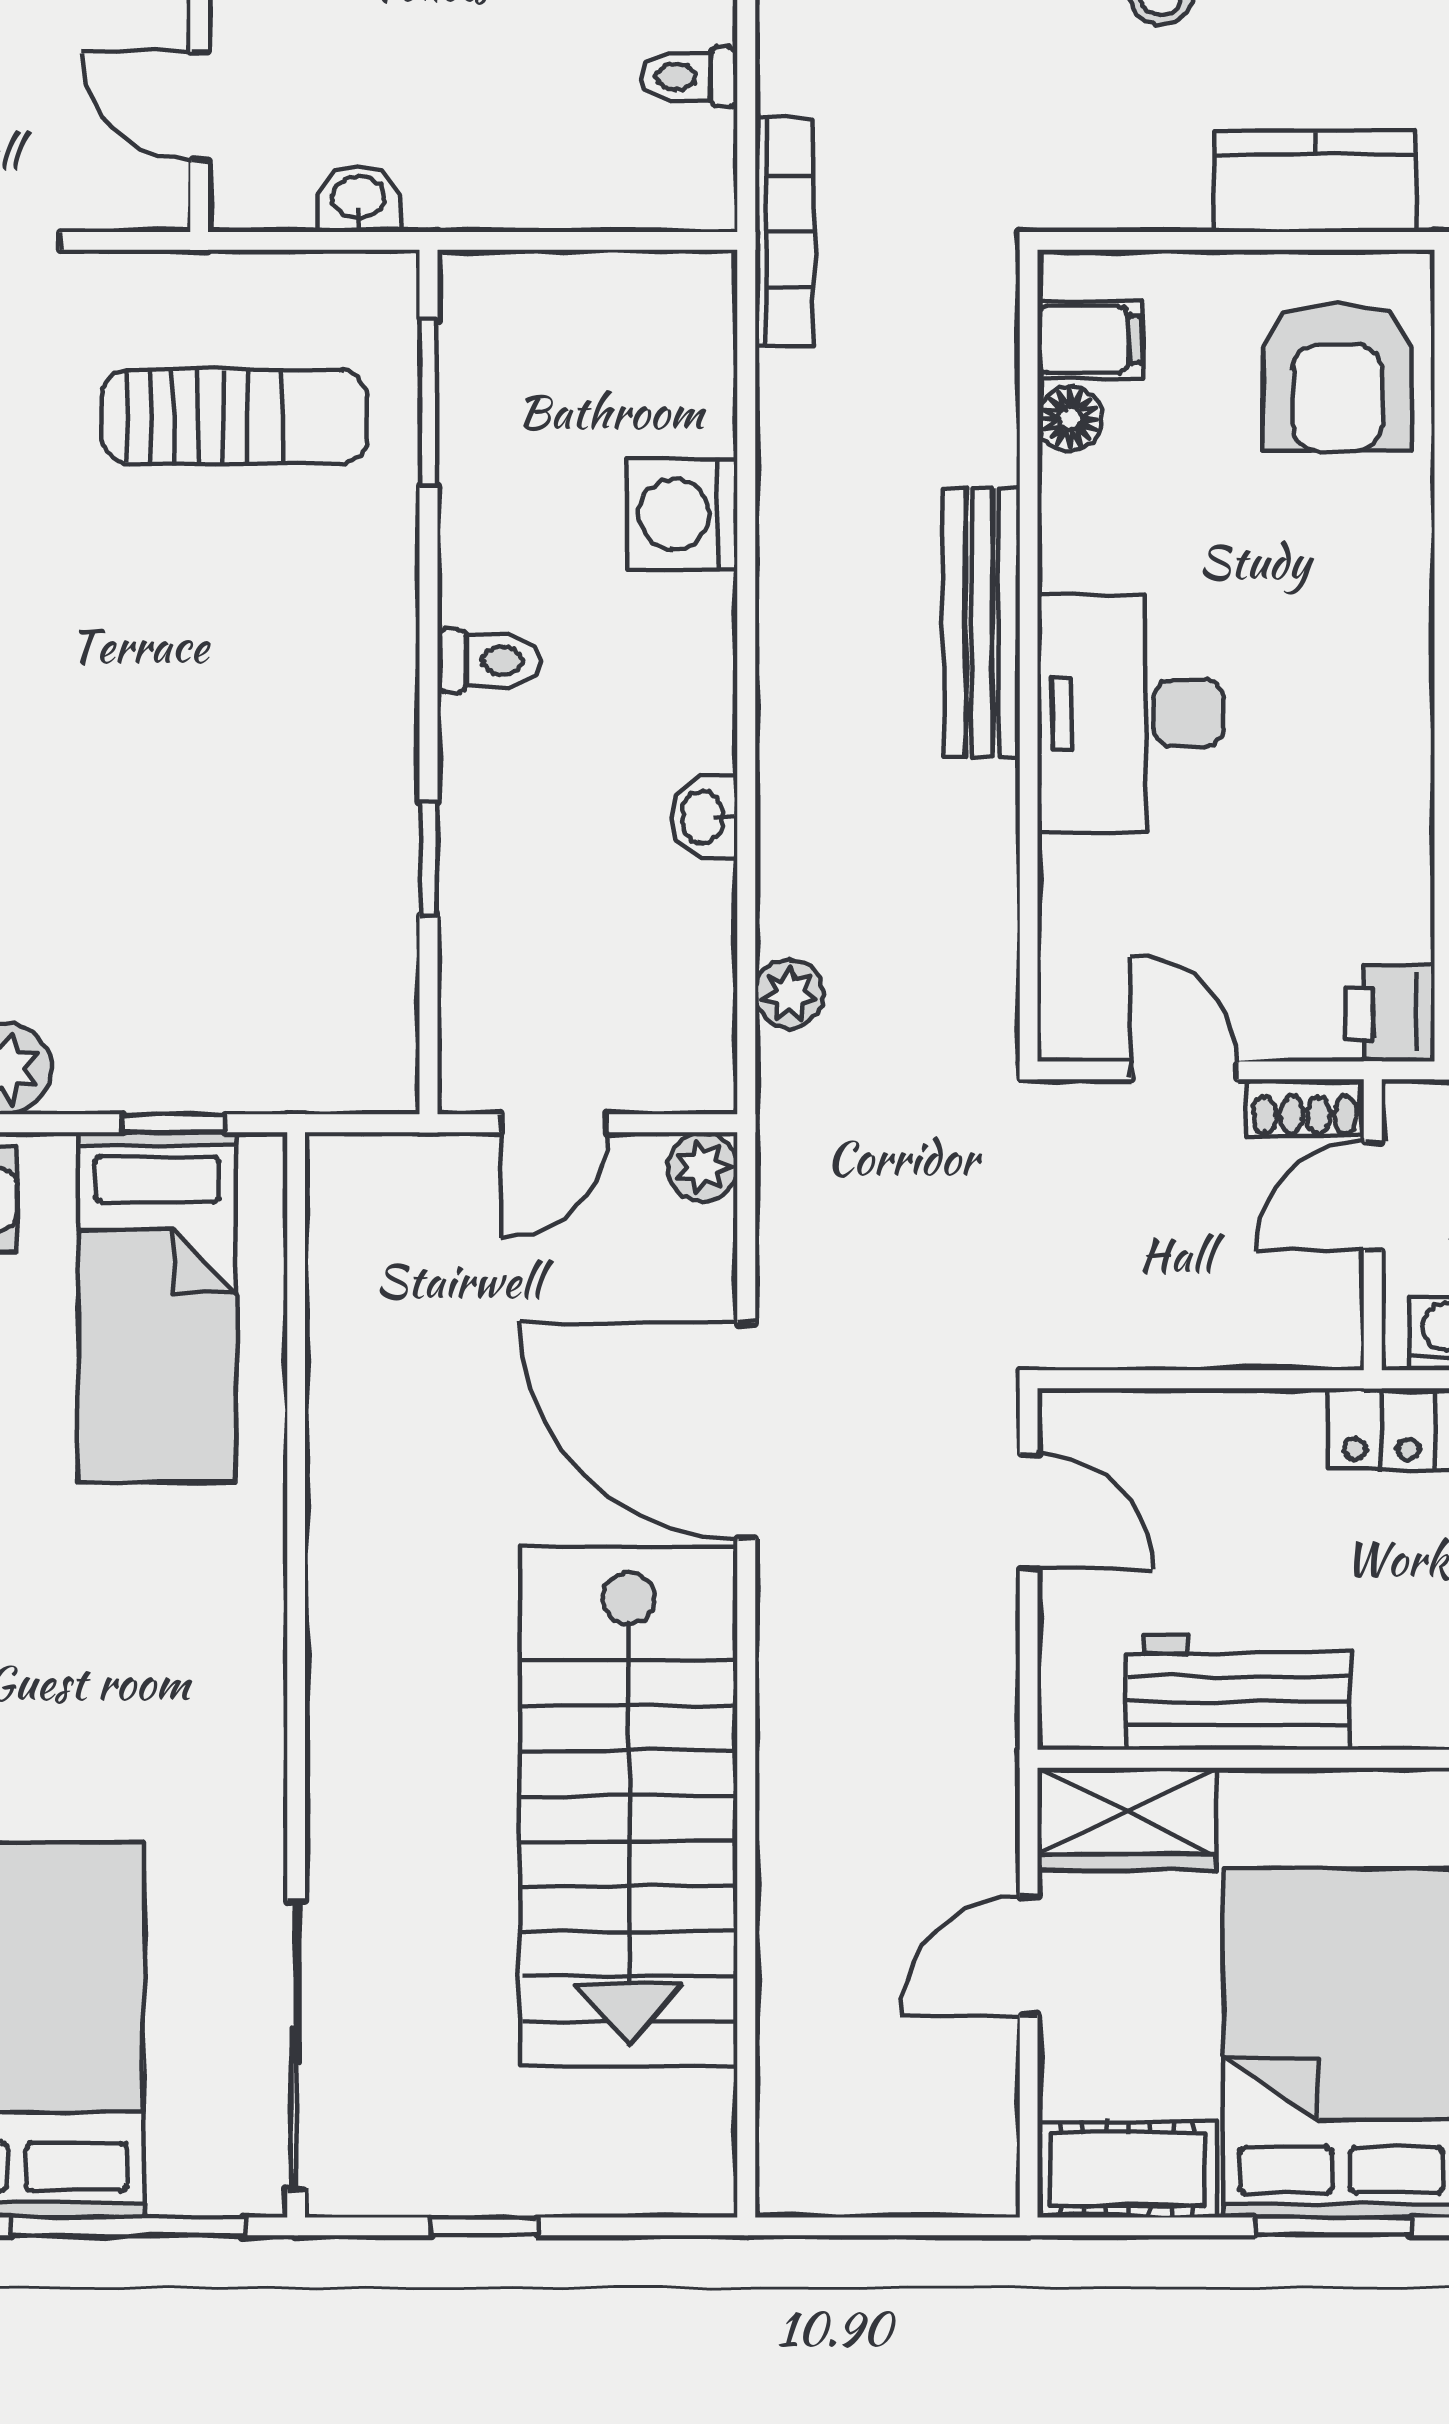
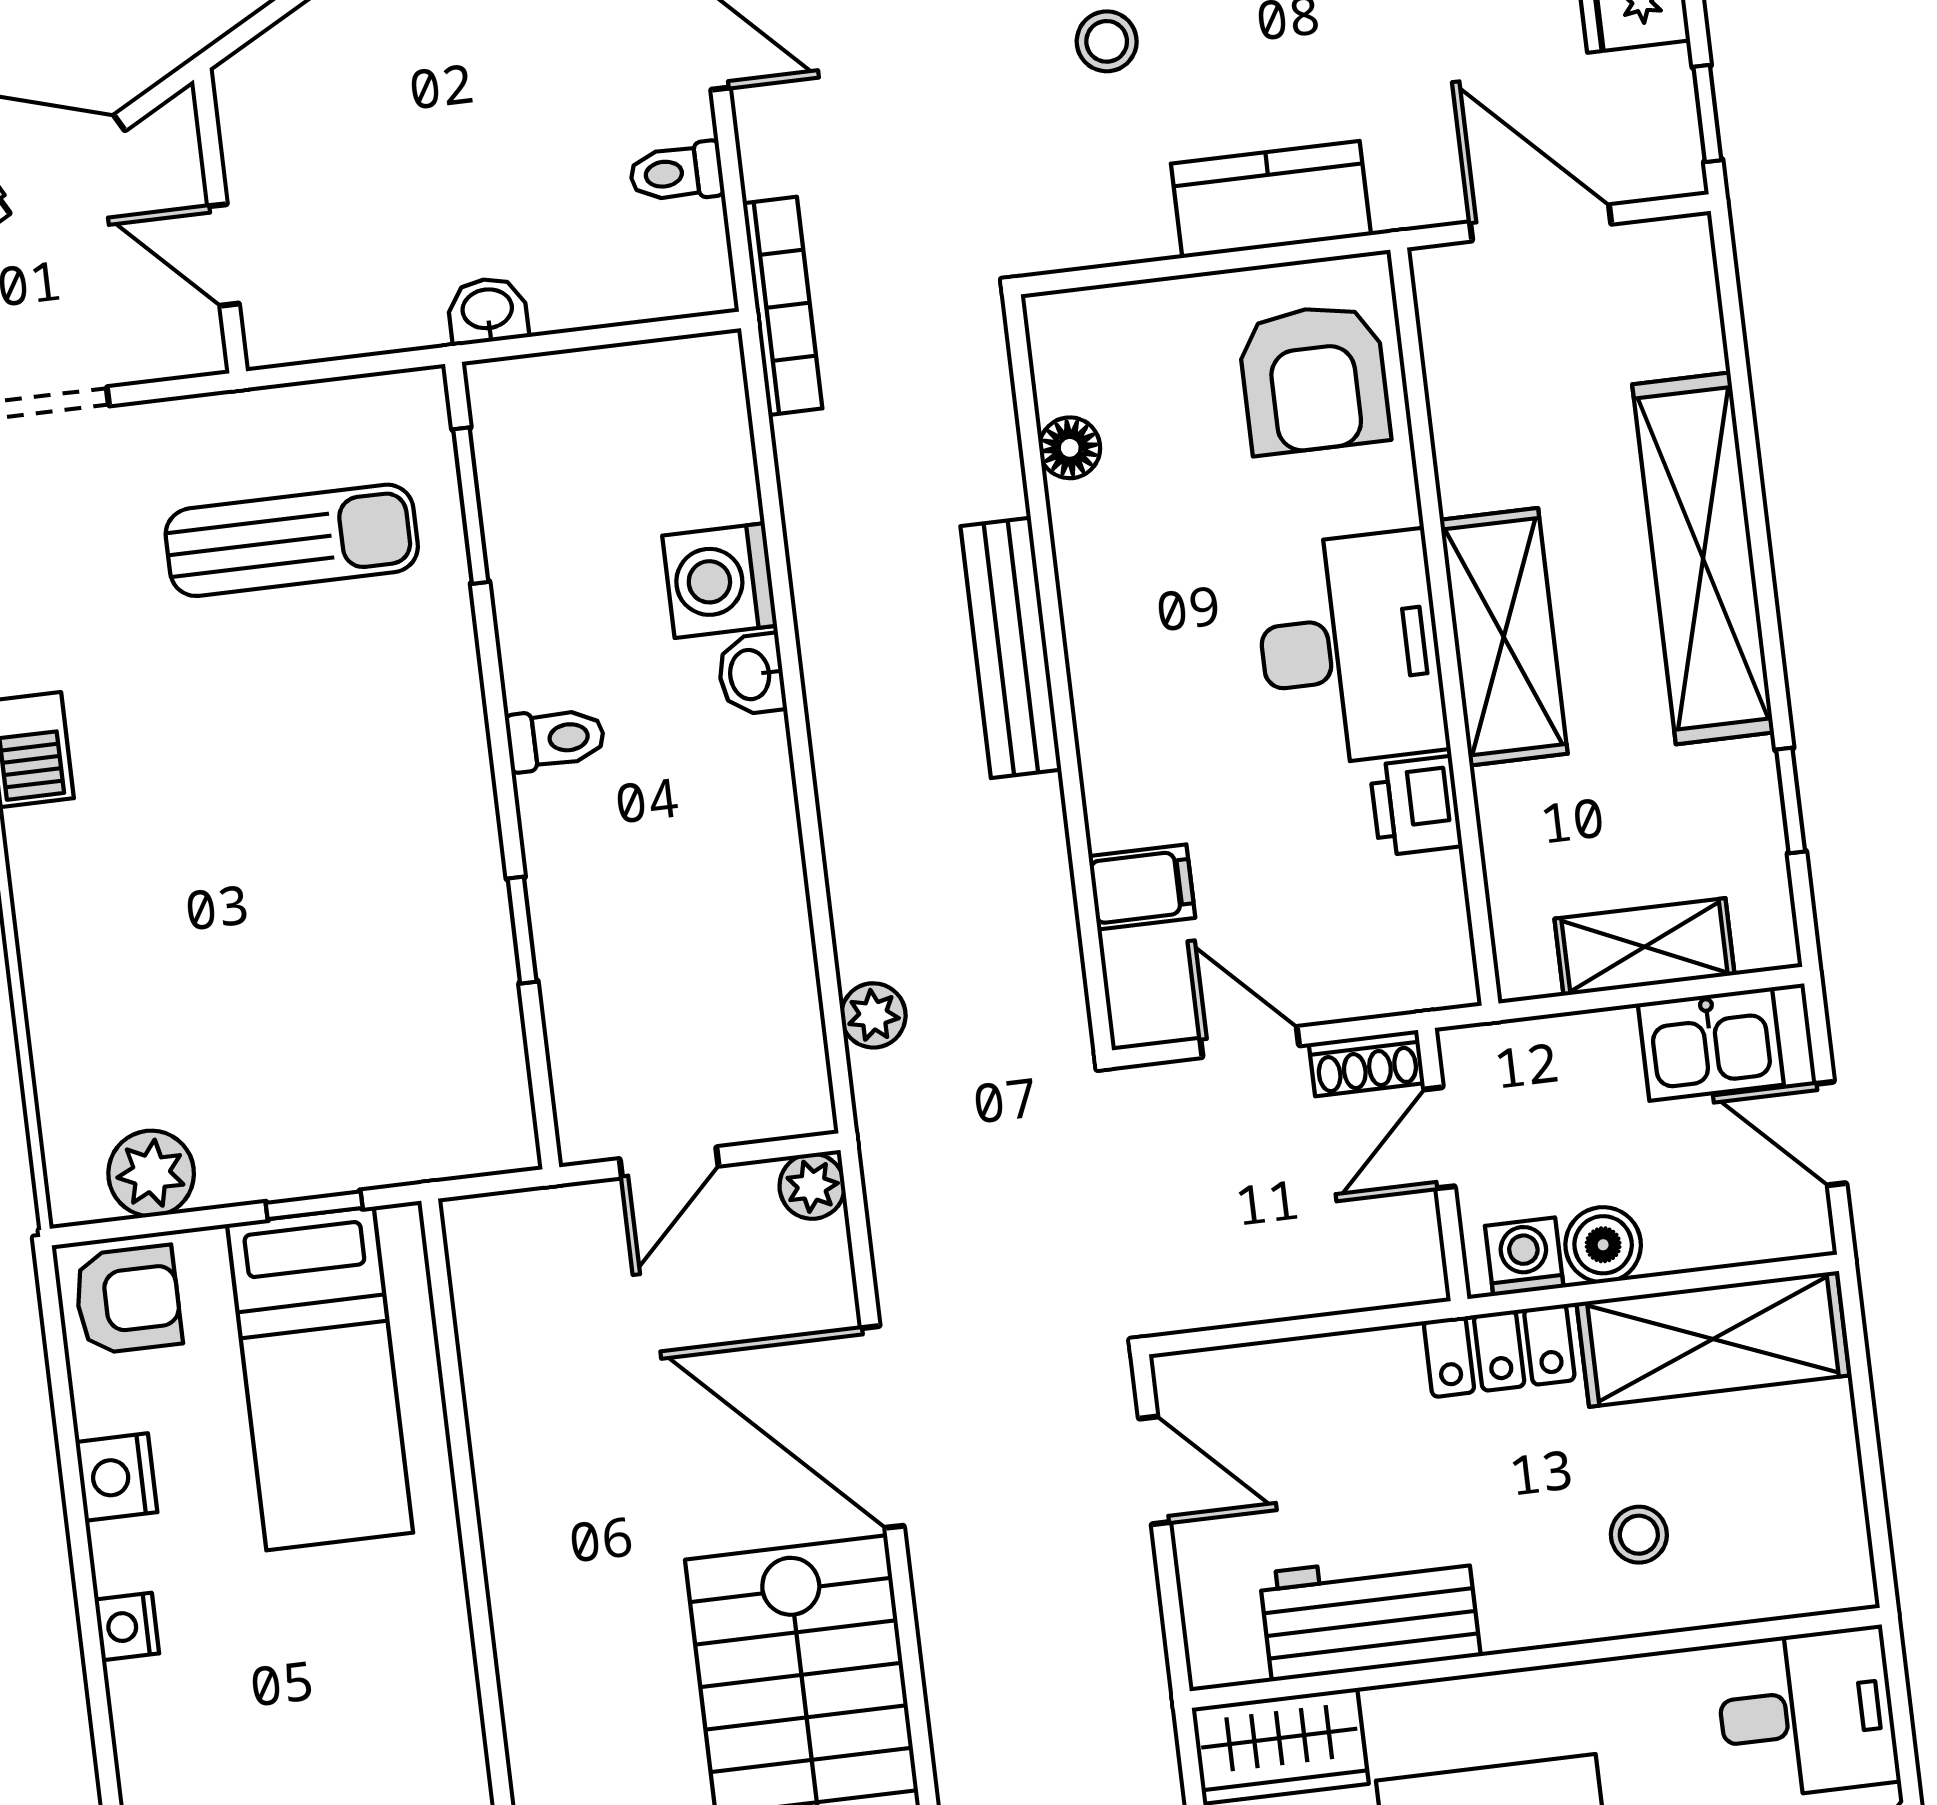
washbasin: (358, 199) -> (487, 311), moved
filing cabinet: (1090, 340) -> (1142, 887), moved
desk: (1131, 713) -> (1350, 649), moved, turned 180
washbasin: (704, 817) -> (752, 674), moved
printer: (1390, 1013) -> (1416, 806), moved

